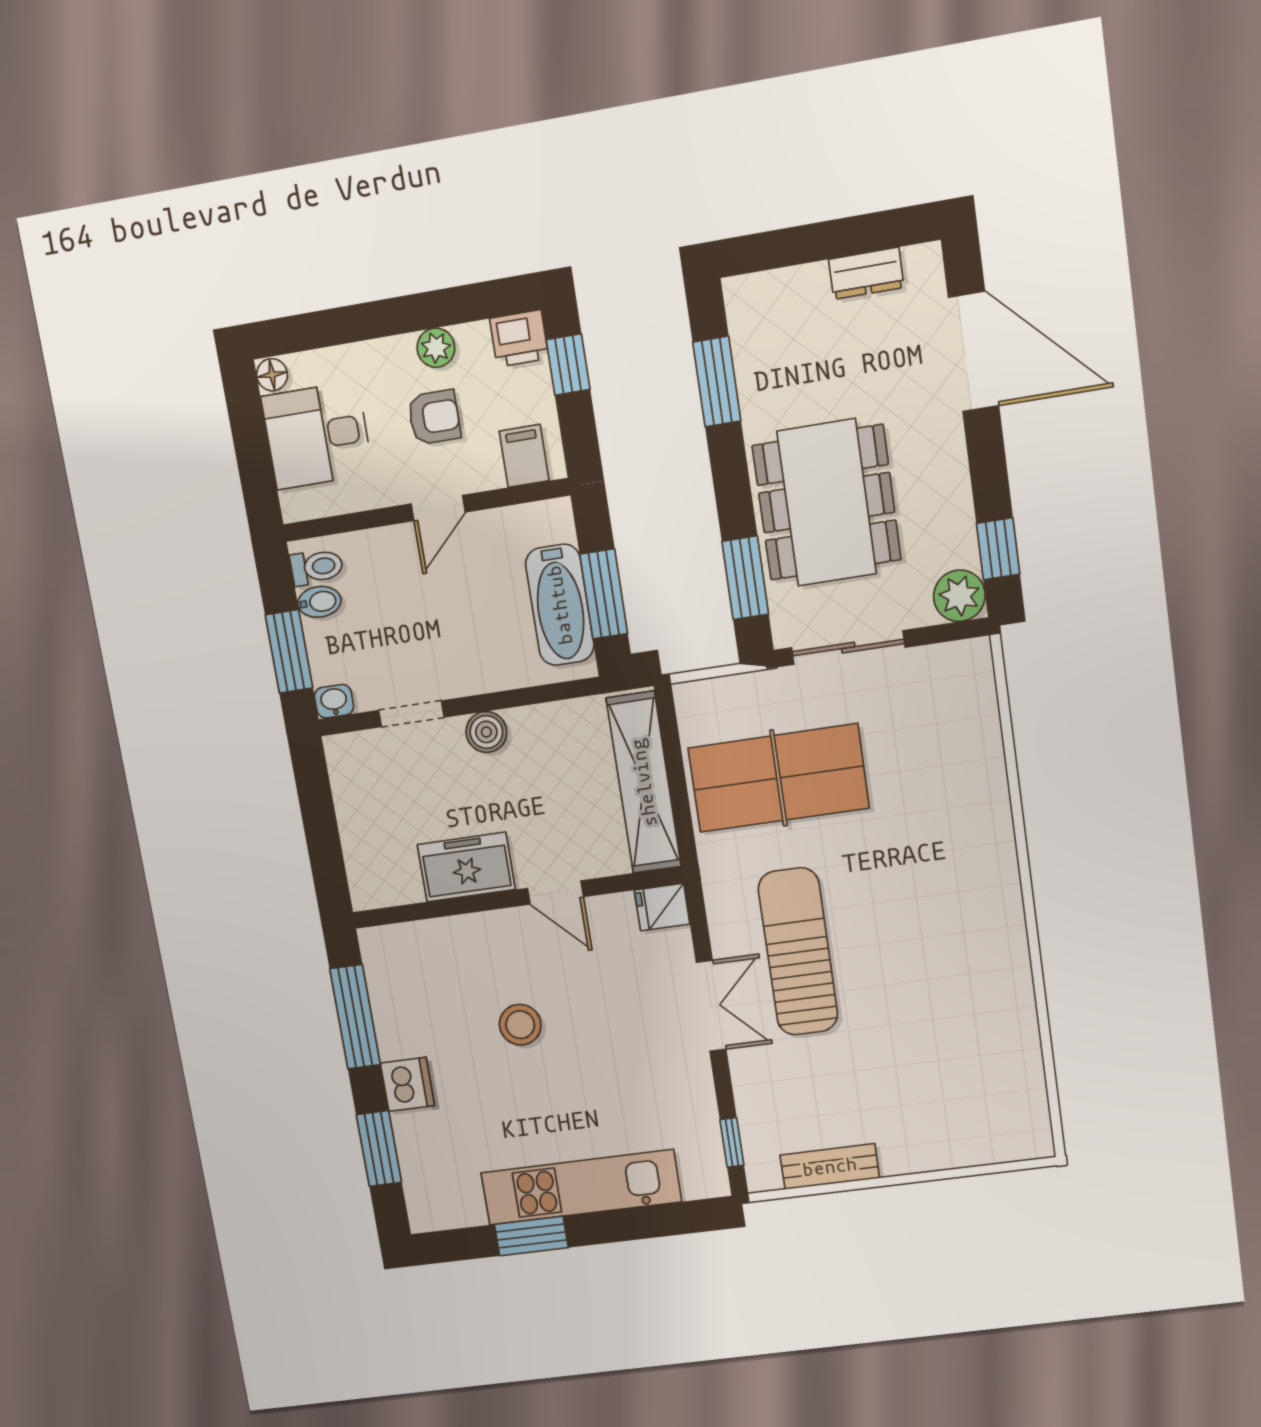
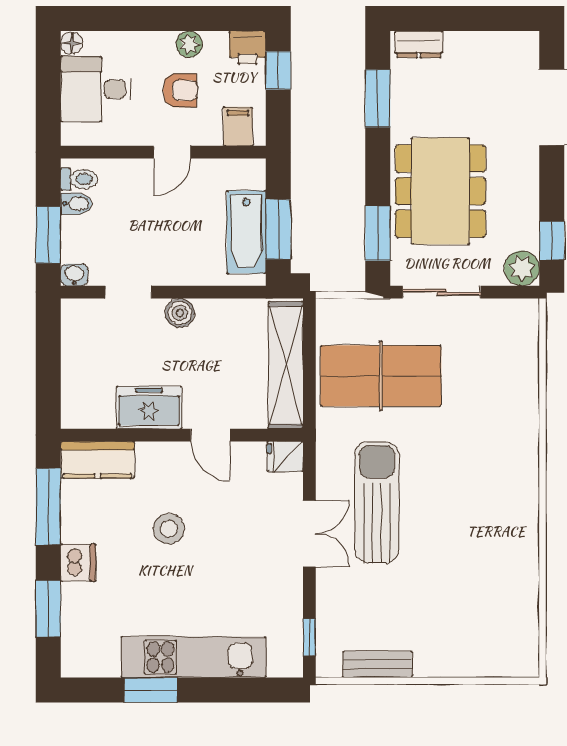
dresser: (866, 273) -> (419, 44), moved
kitchen counter: (409, 946) -> (97, 460), added

